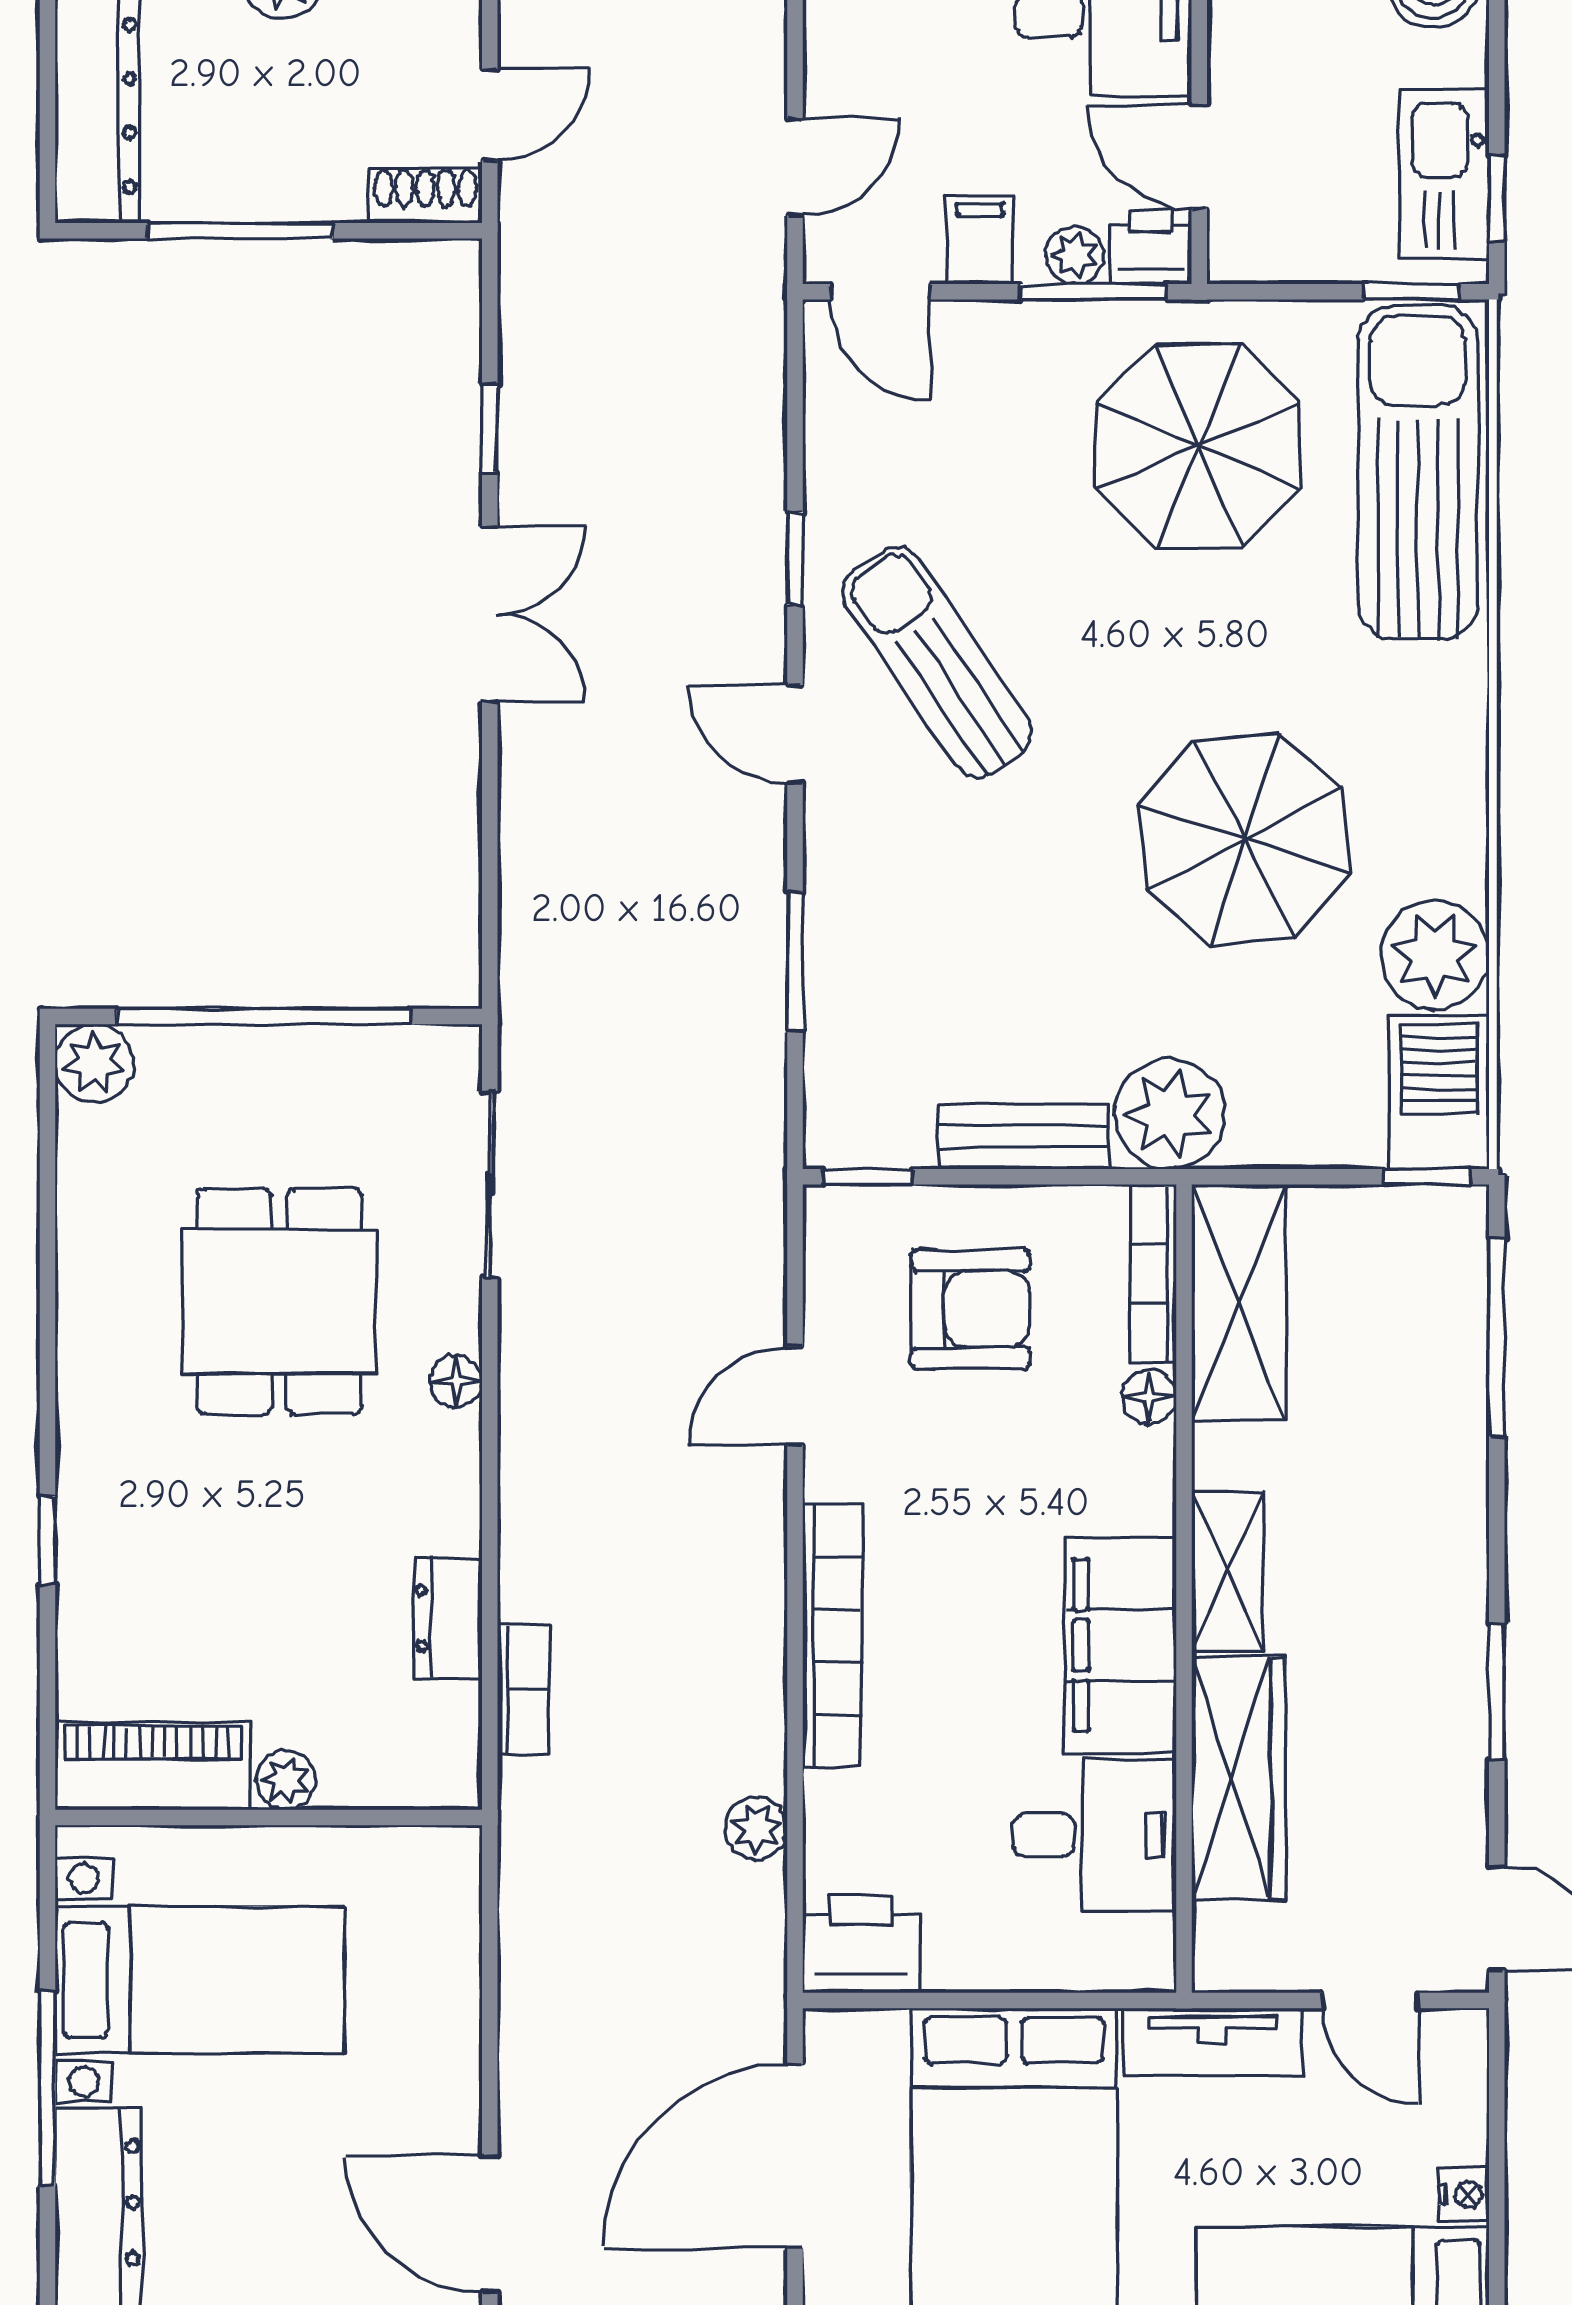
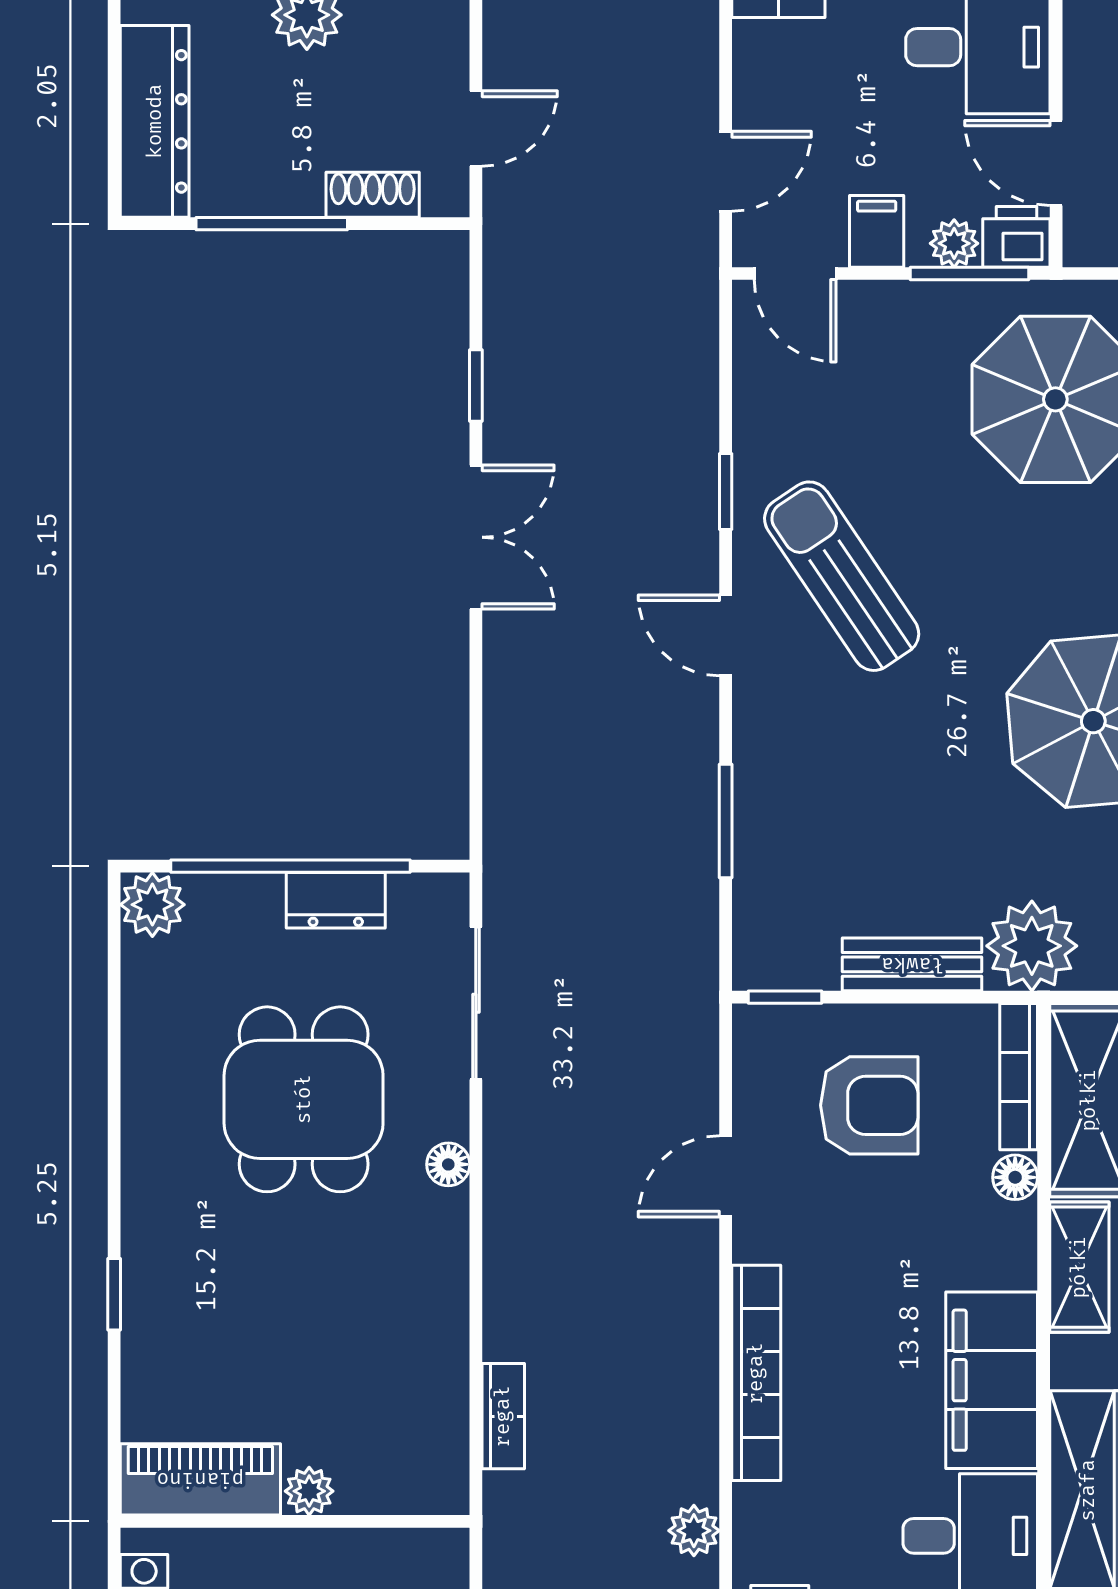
shoe rack: (425, 196) -> (373, 195), moved
shelving: (1228, 1572) -> (1079, 1267), moved
dresser: (448, 1618) -> (336, 900), moved, turned -90

